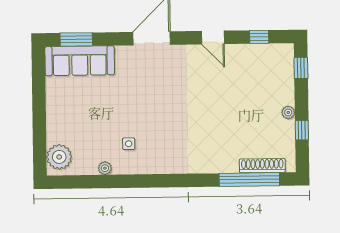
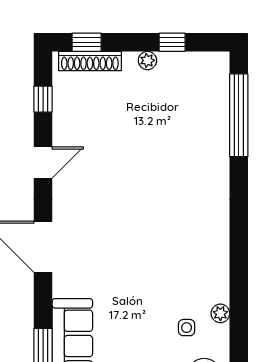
side table: (129, 144) -> (187, 328), moved
shoe rack: (262, 166) -> (90, 61), moved, turned -90

